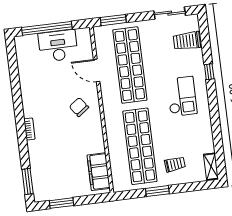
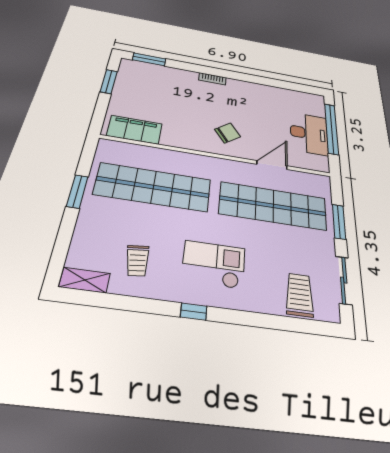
window: (113, 20) -> (339, 222), moved
window: (209, 72) -> (194, 312), moved
checkout: (182, 96) -> (214, 264), turned 180
trolley: (175, 164) -> (137, 261), moved

